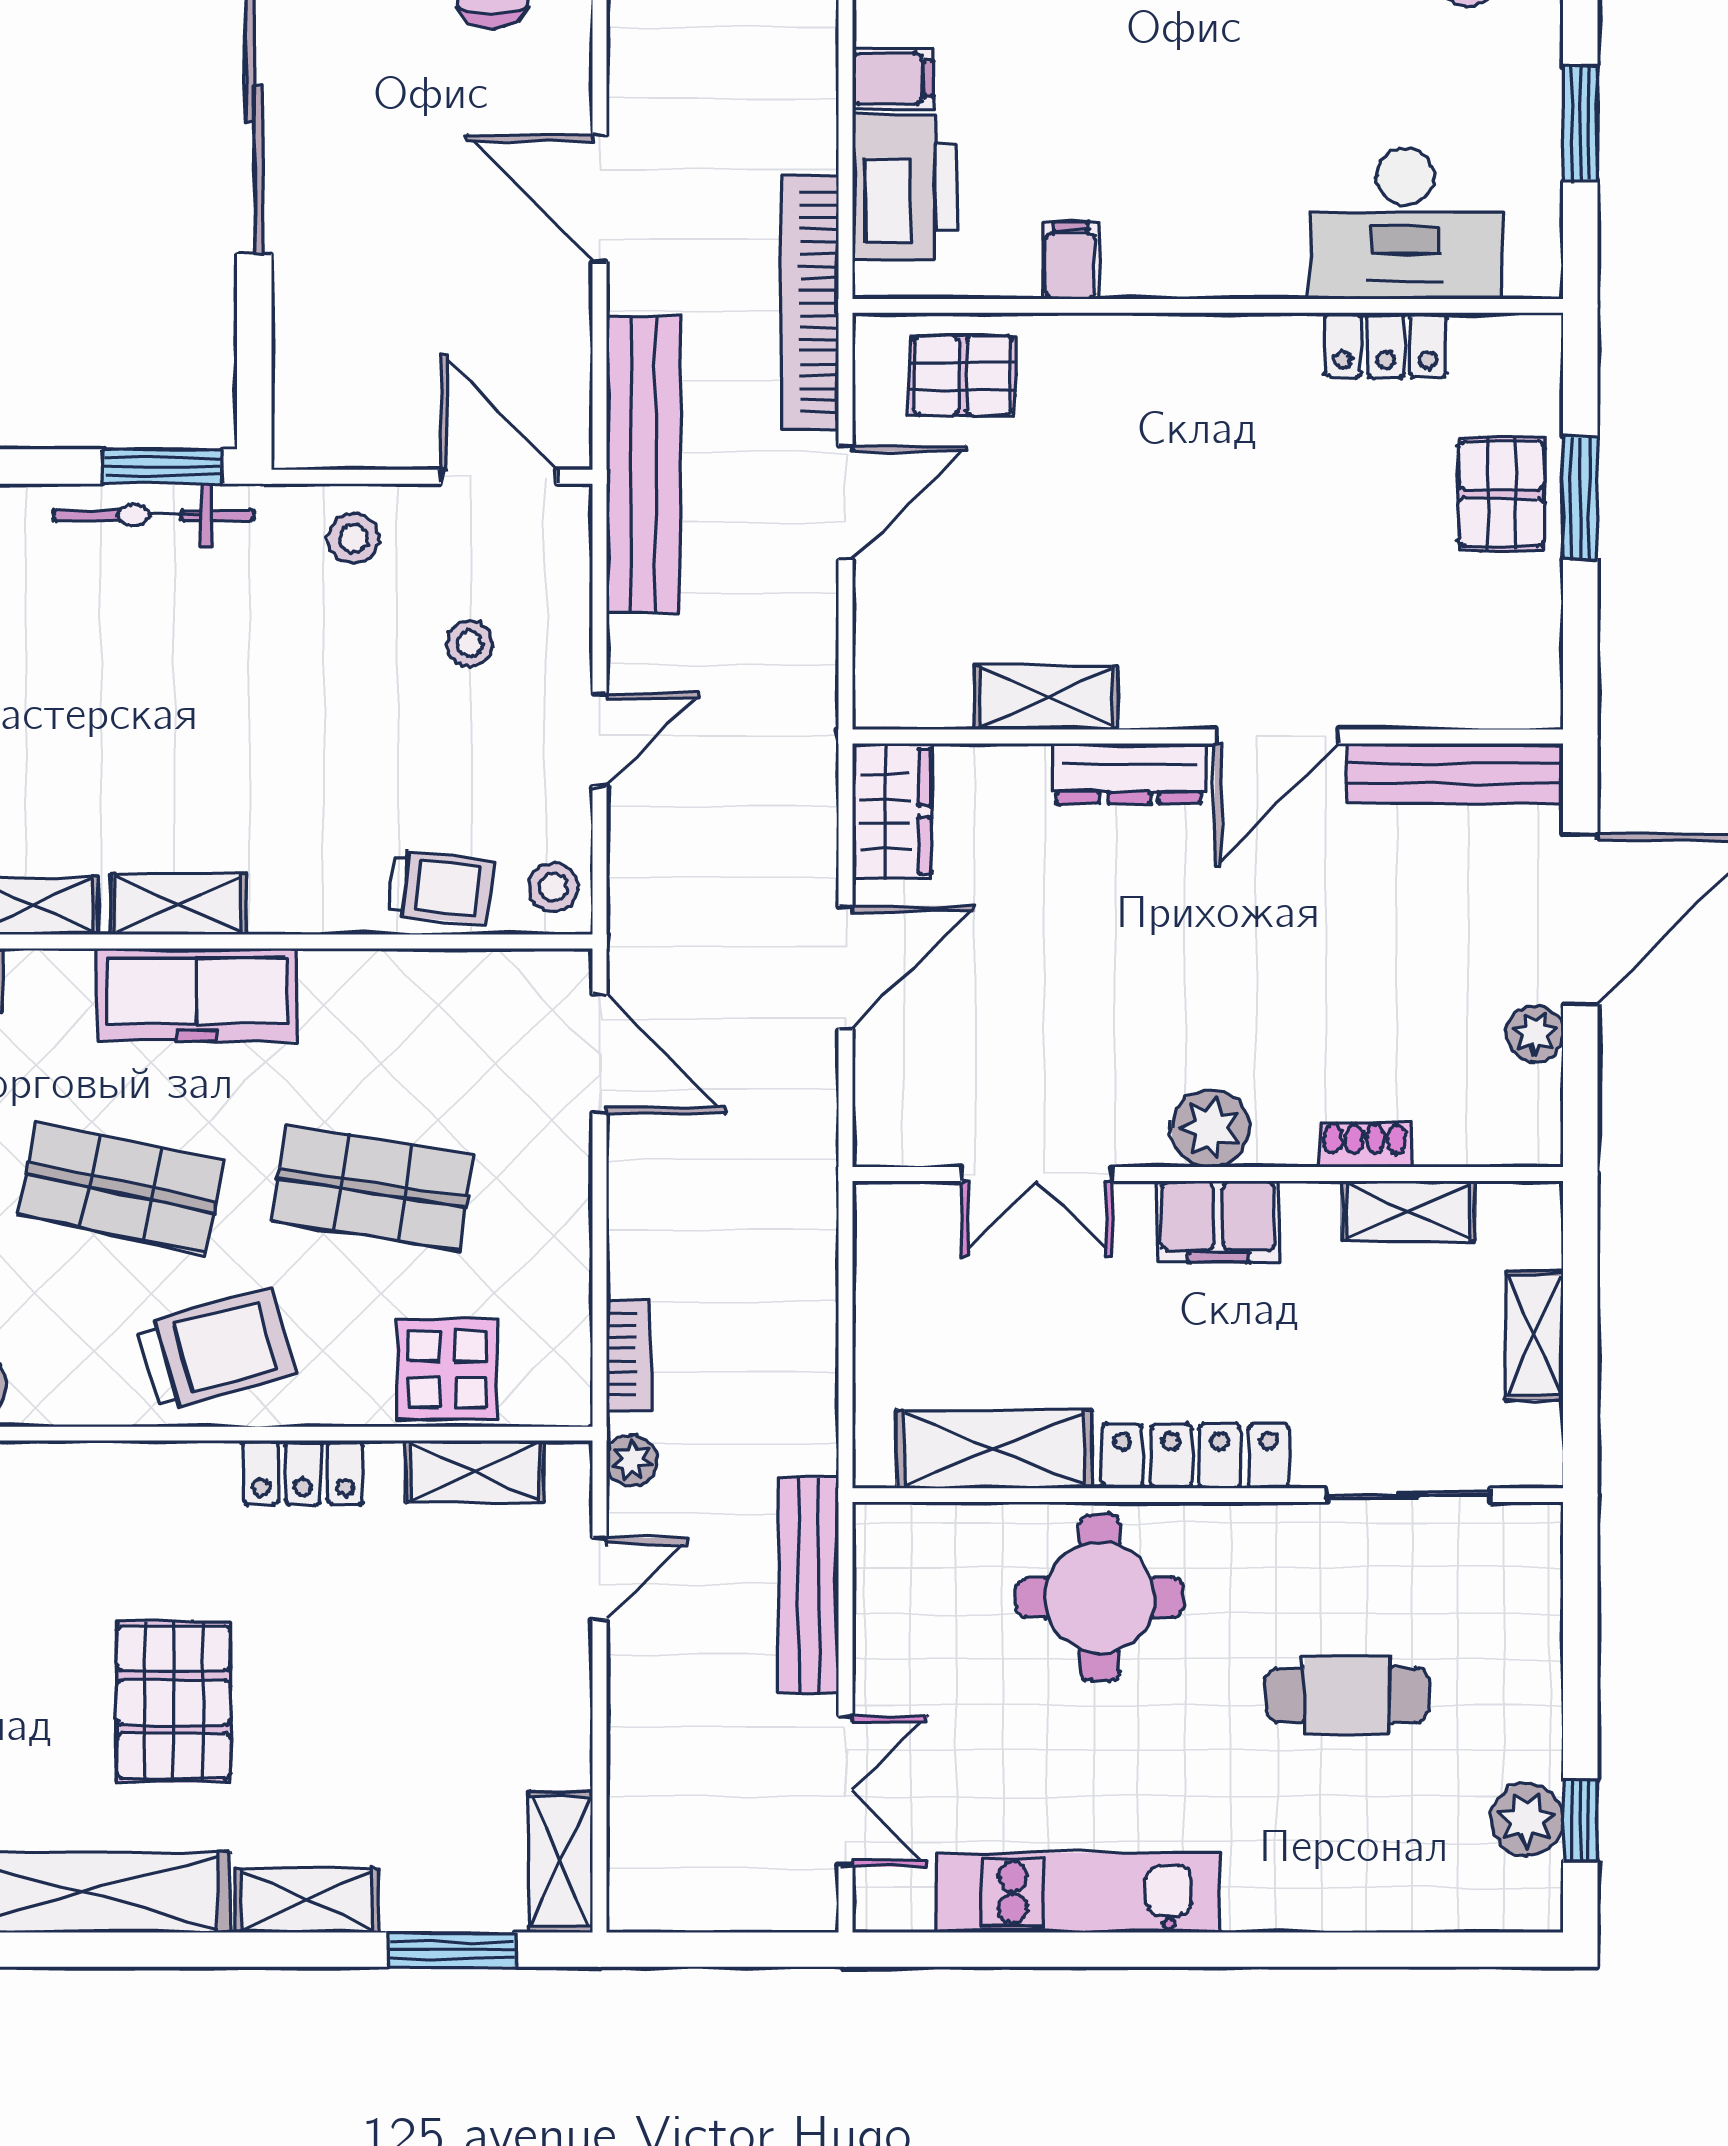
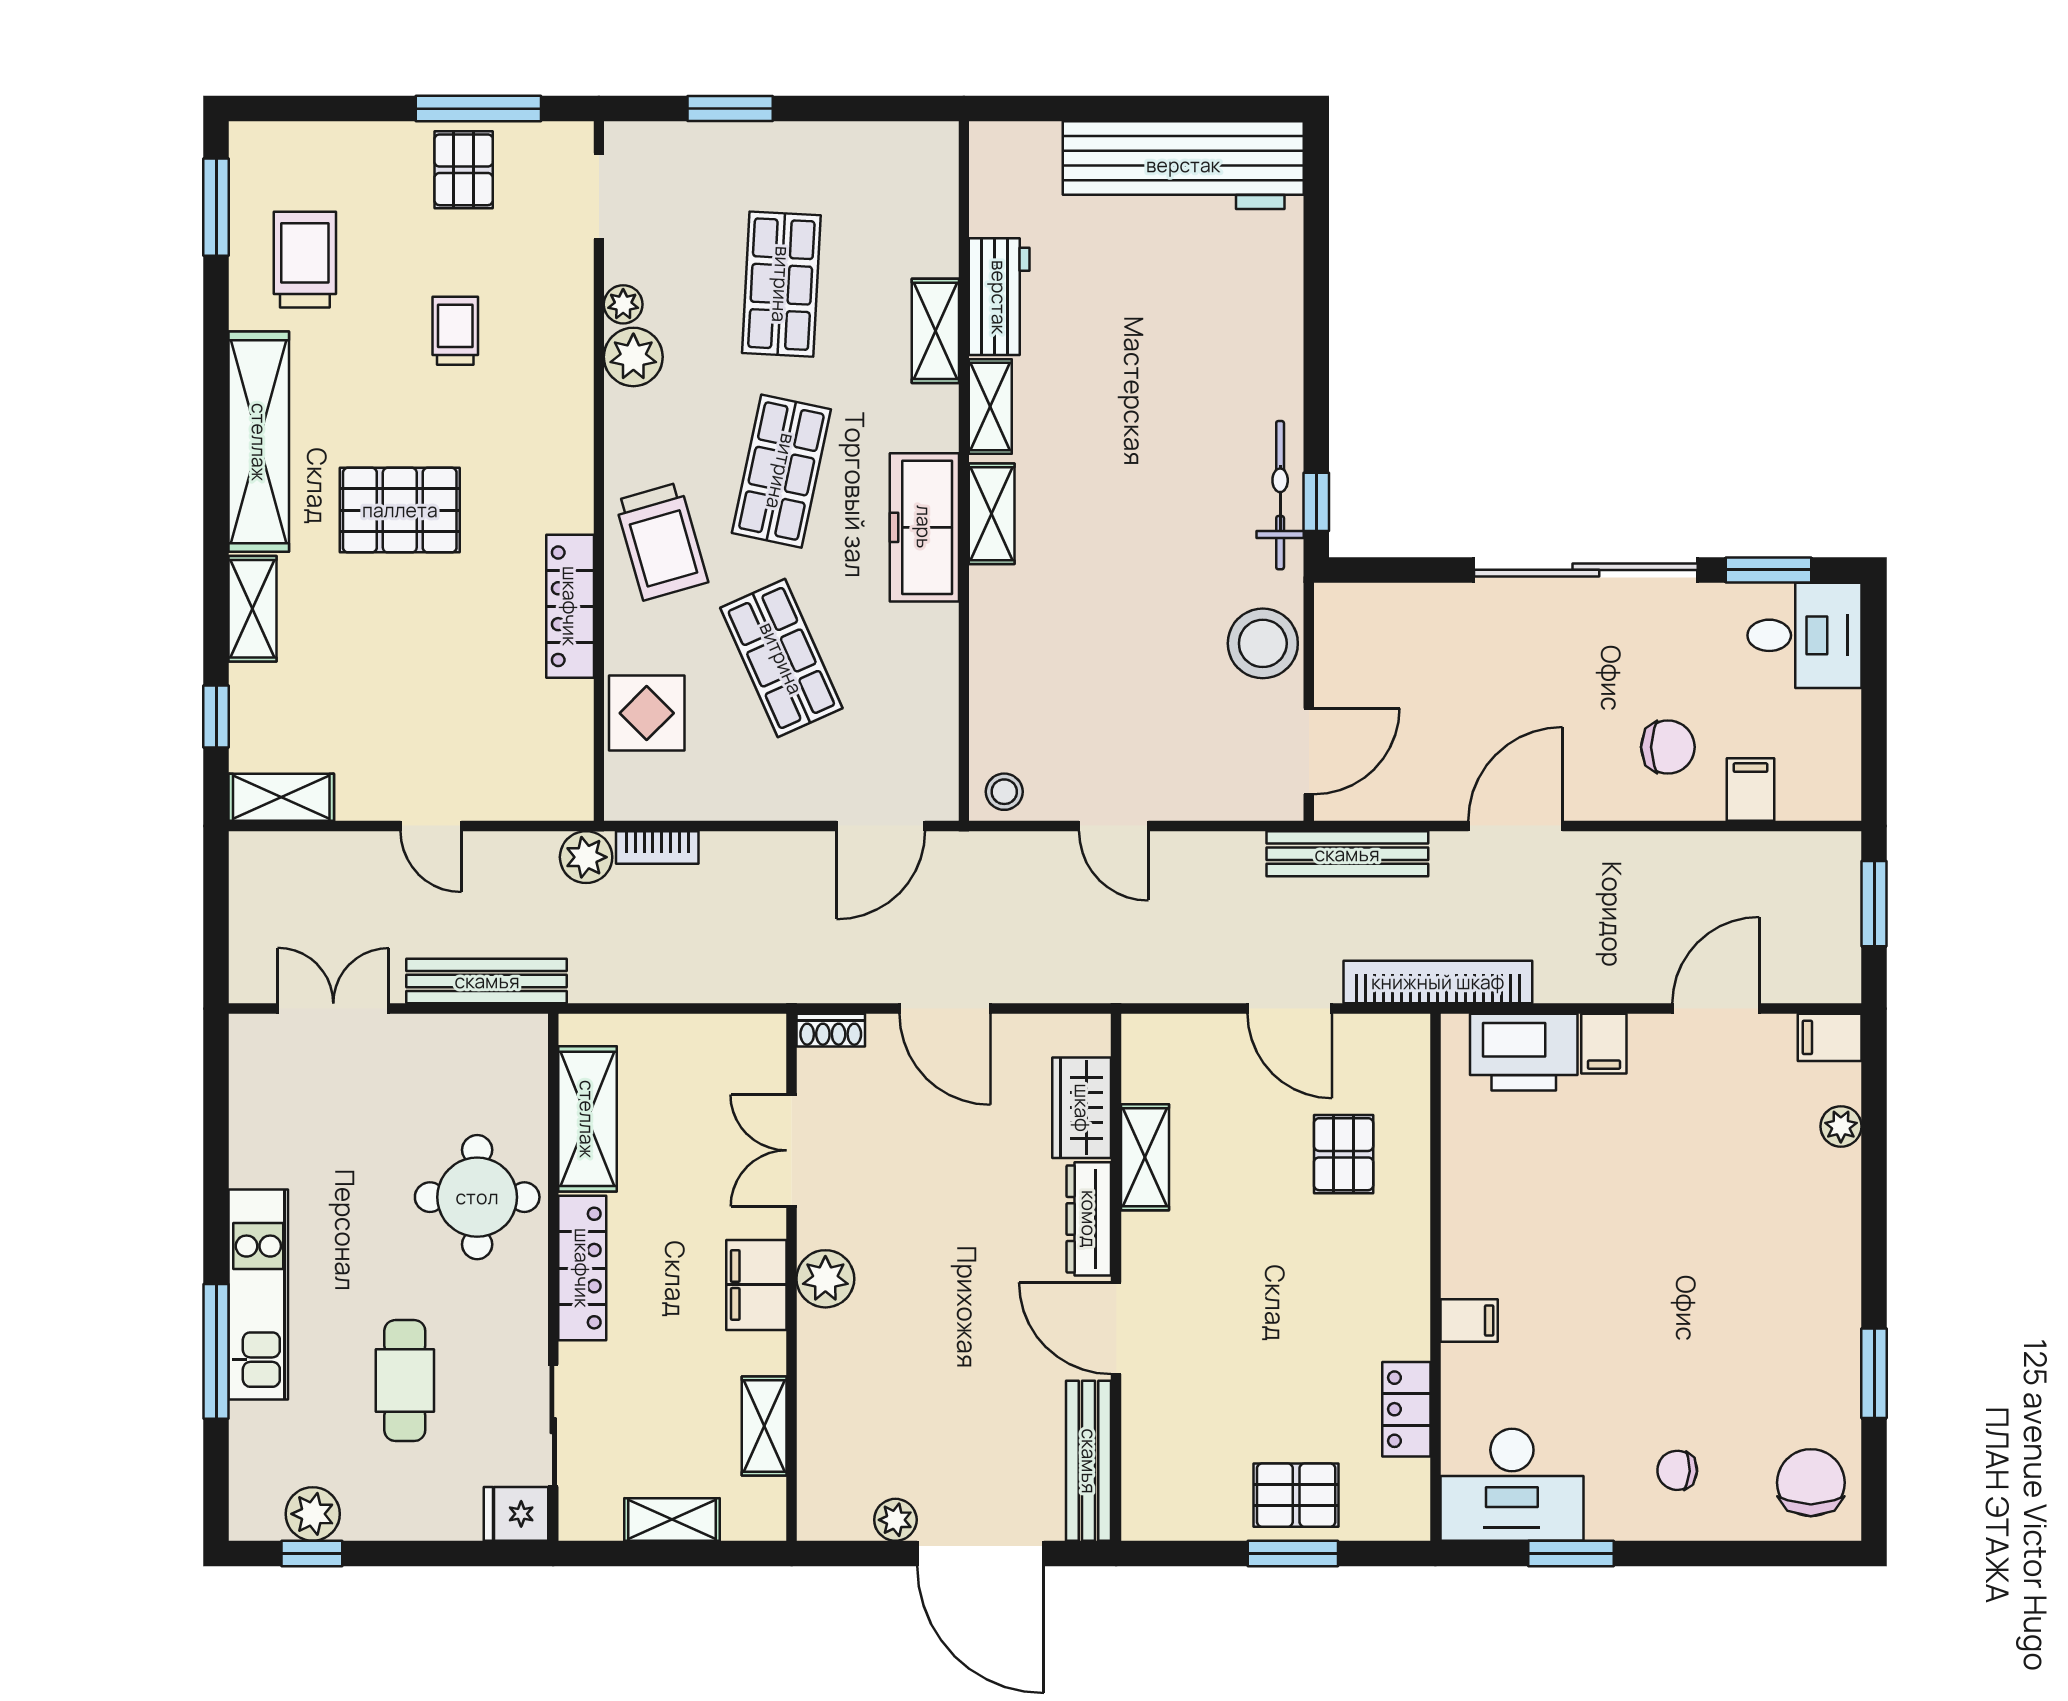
desk: (1405, 223) -> (1512, 1485), moved, turned -90
filing cabinet: (1071, 261) -> (1469, 1320), moved
pallet: (962, 375) -> (1344, 1154), moved
bench: (643, 464) -> (1347, 854), width x0.73, depth x0.82
window: (163, 467) -> (1316, 502), width x0.67
stool: (353, 539) -> (1263, 643), width x1.89, depth x1.89
stool: (470, 643) -> (1185, 730), removed
wardrobe: (892, 811) -> (1082, 1108), moved, turned 90
trolley: (441, 888) -> (1004, 709), removed
shoe rack: (1365, 1145) -> (831, 1030), moved, turned 90
shop shelf: (373, 1188) -> (781, 658), turned -33
plant: (632, 1460) -> (586, 857), width x1.38, depth x1.38
locker: (303, 1472) -> (570, 606), width x1.53
shelving: (474, 1472) -> (571, 733), removed
fridge: (1527, 1545) -> (516, 1514), added
door: (599, 1579) -> (431, 826), moved
double door: (846, 1792) -> (333, 1009), swing flipped
kitchen unit: (1078, 1893) -> (258, 1294), moved
window: (452, 1950) -> (216, 716), width x0.67
window: (1308, 1950) -> (216, 1351), added

